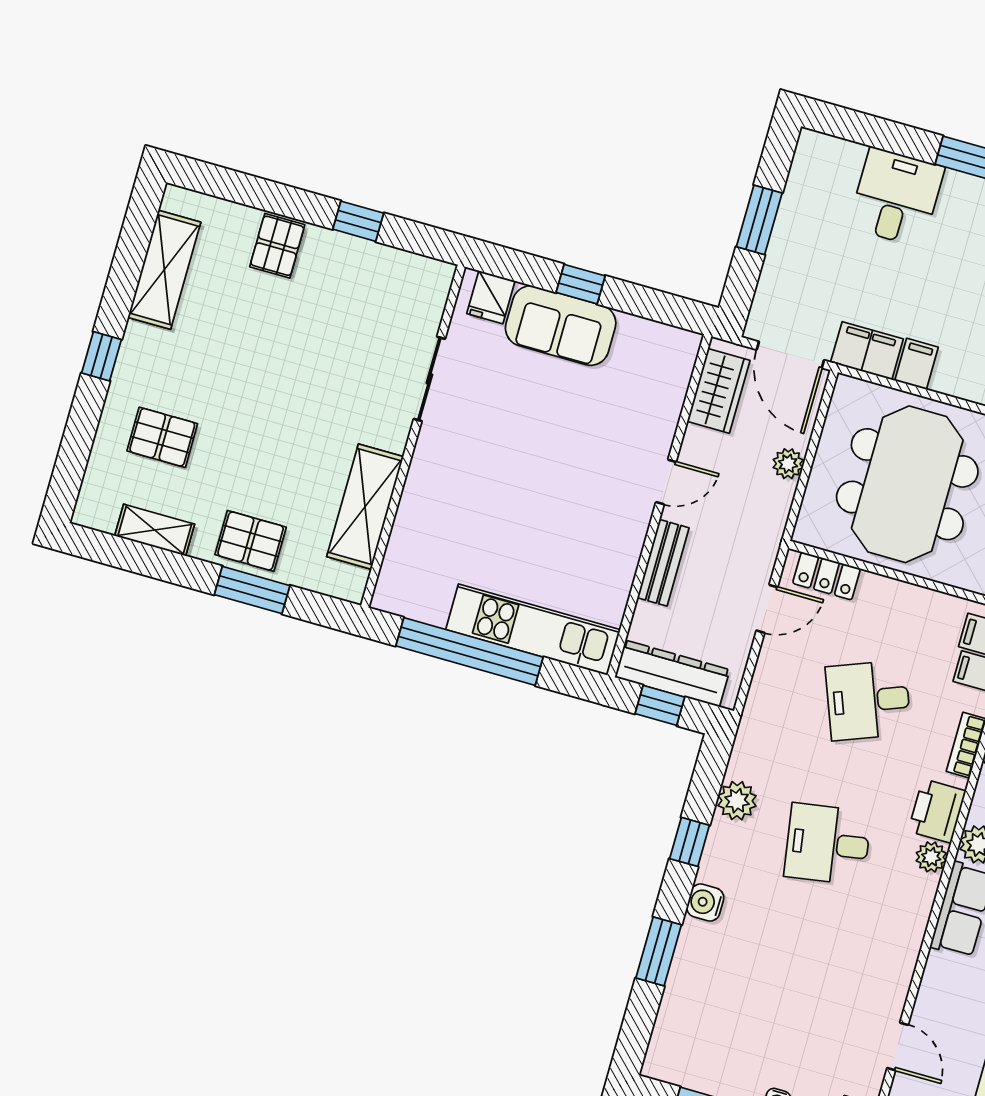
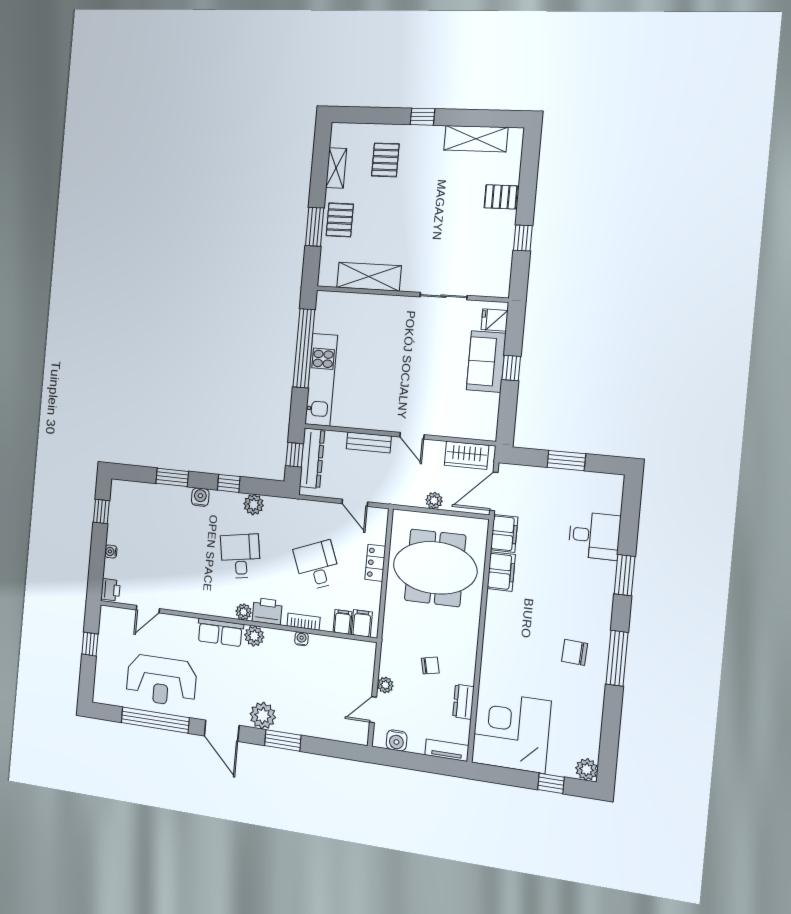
filing cabinet: (917, 364) -> (501, 572), width x2.00
locker: (826, 576) -> (375, 563), moved

